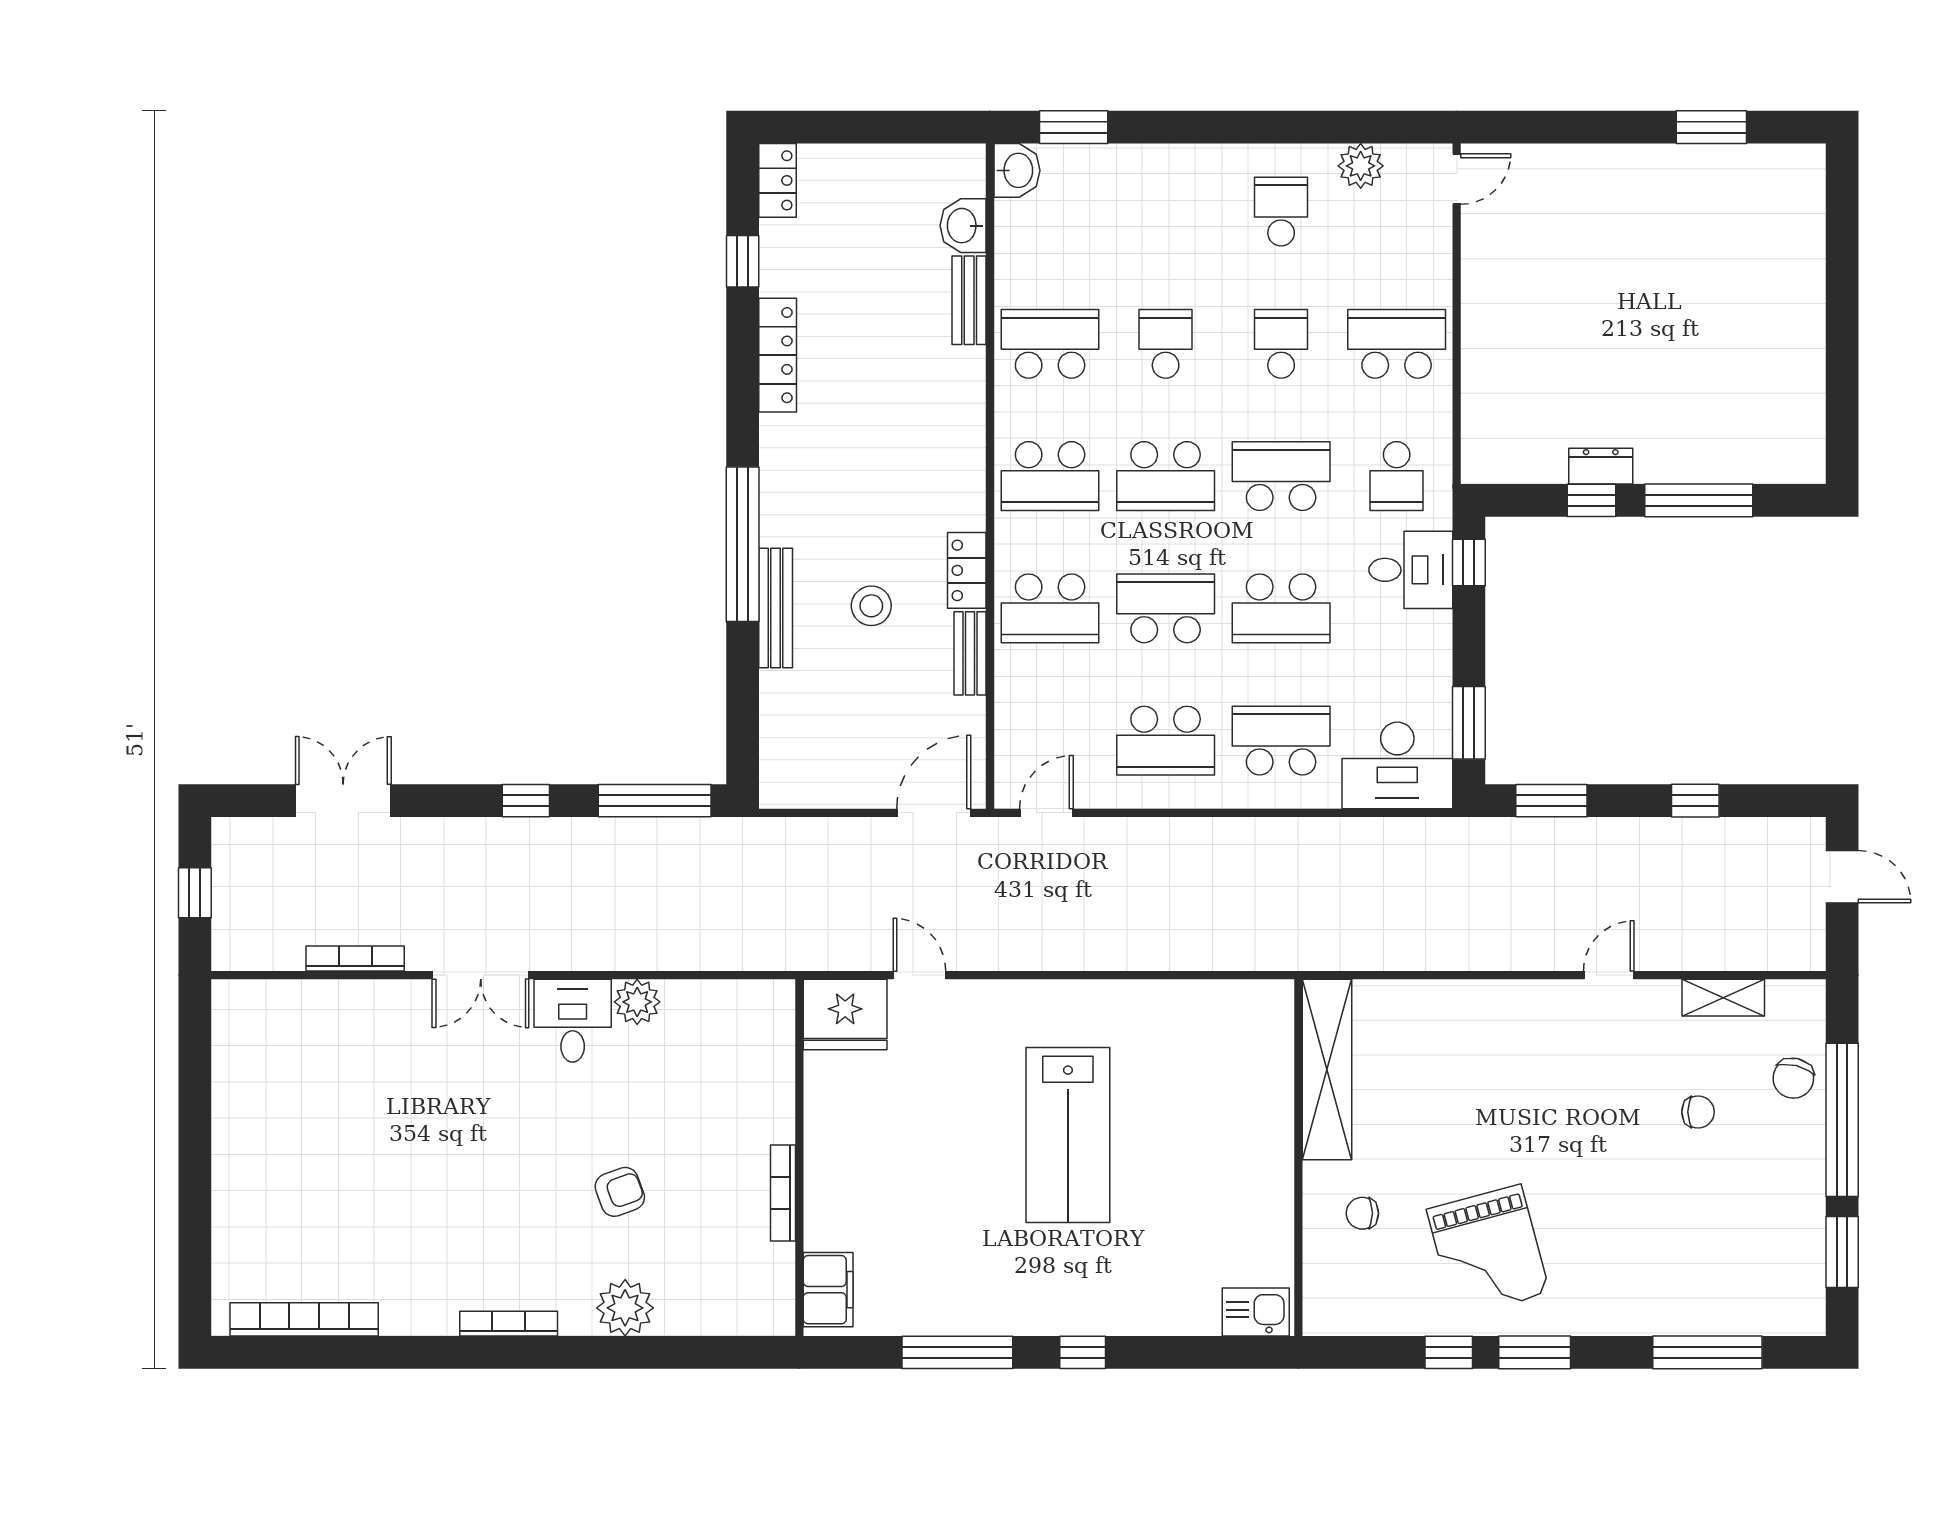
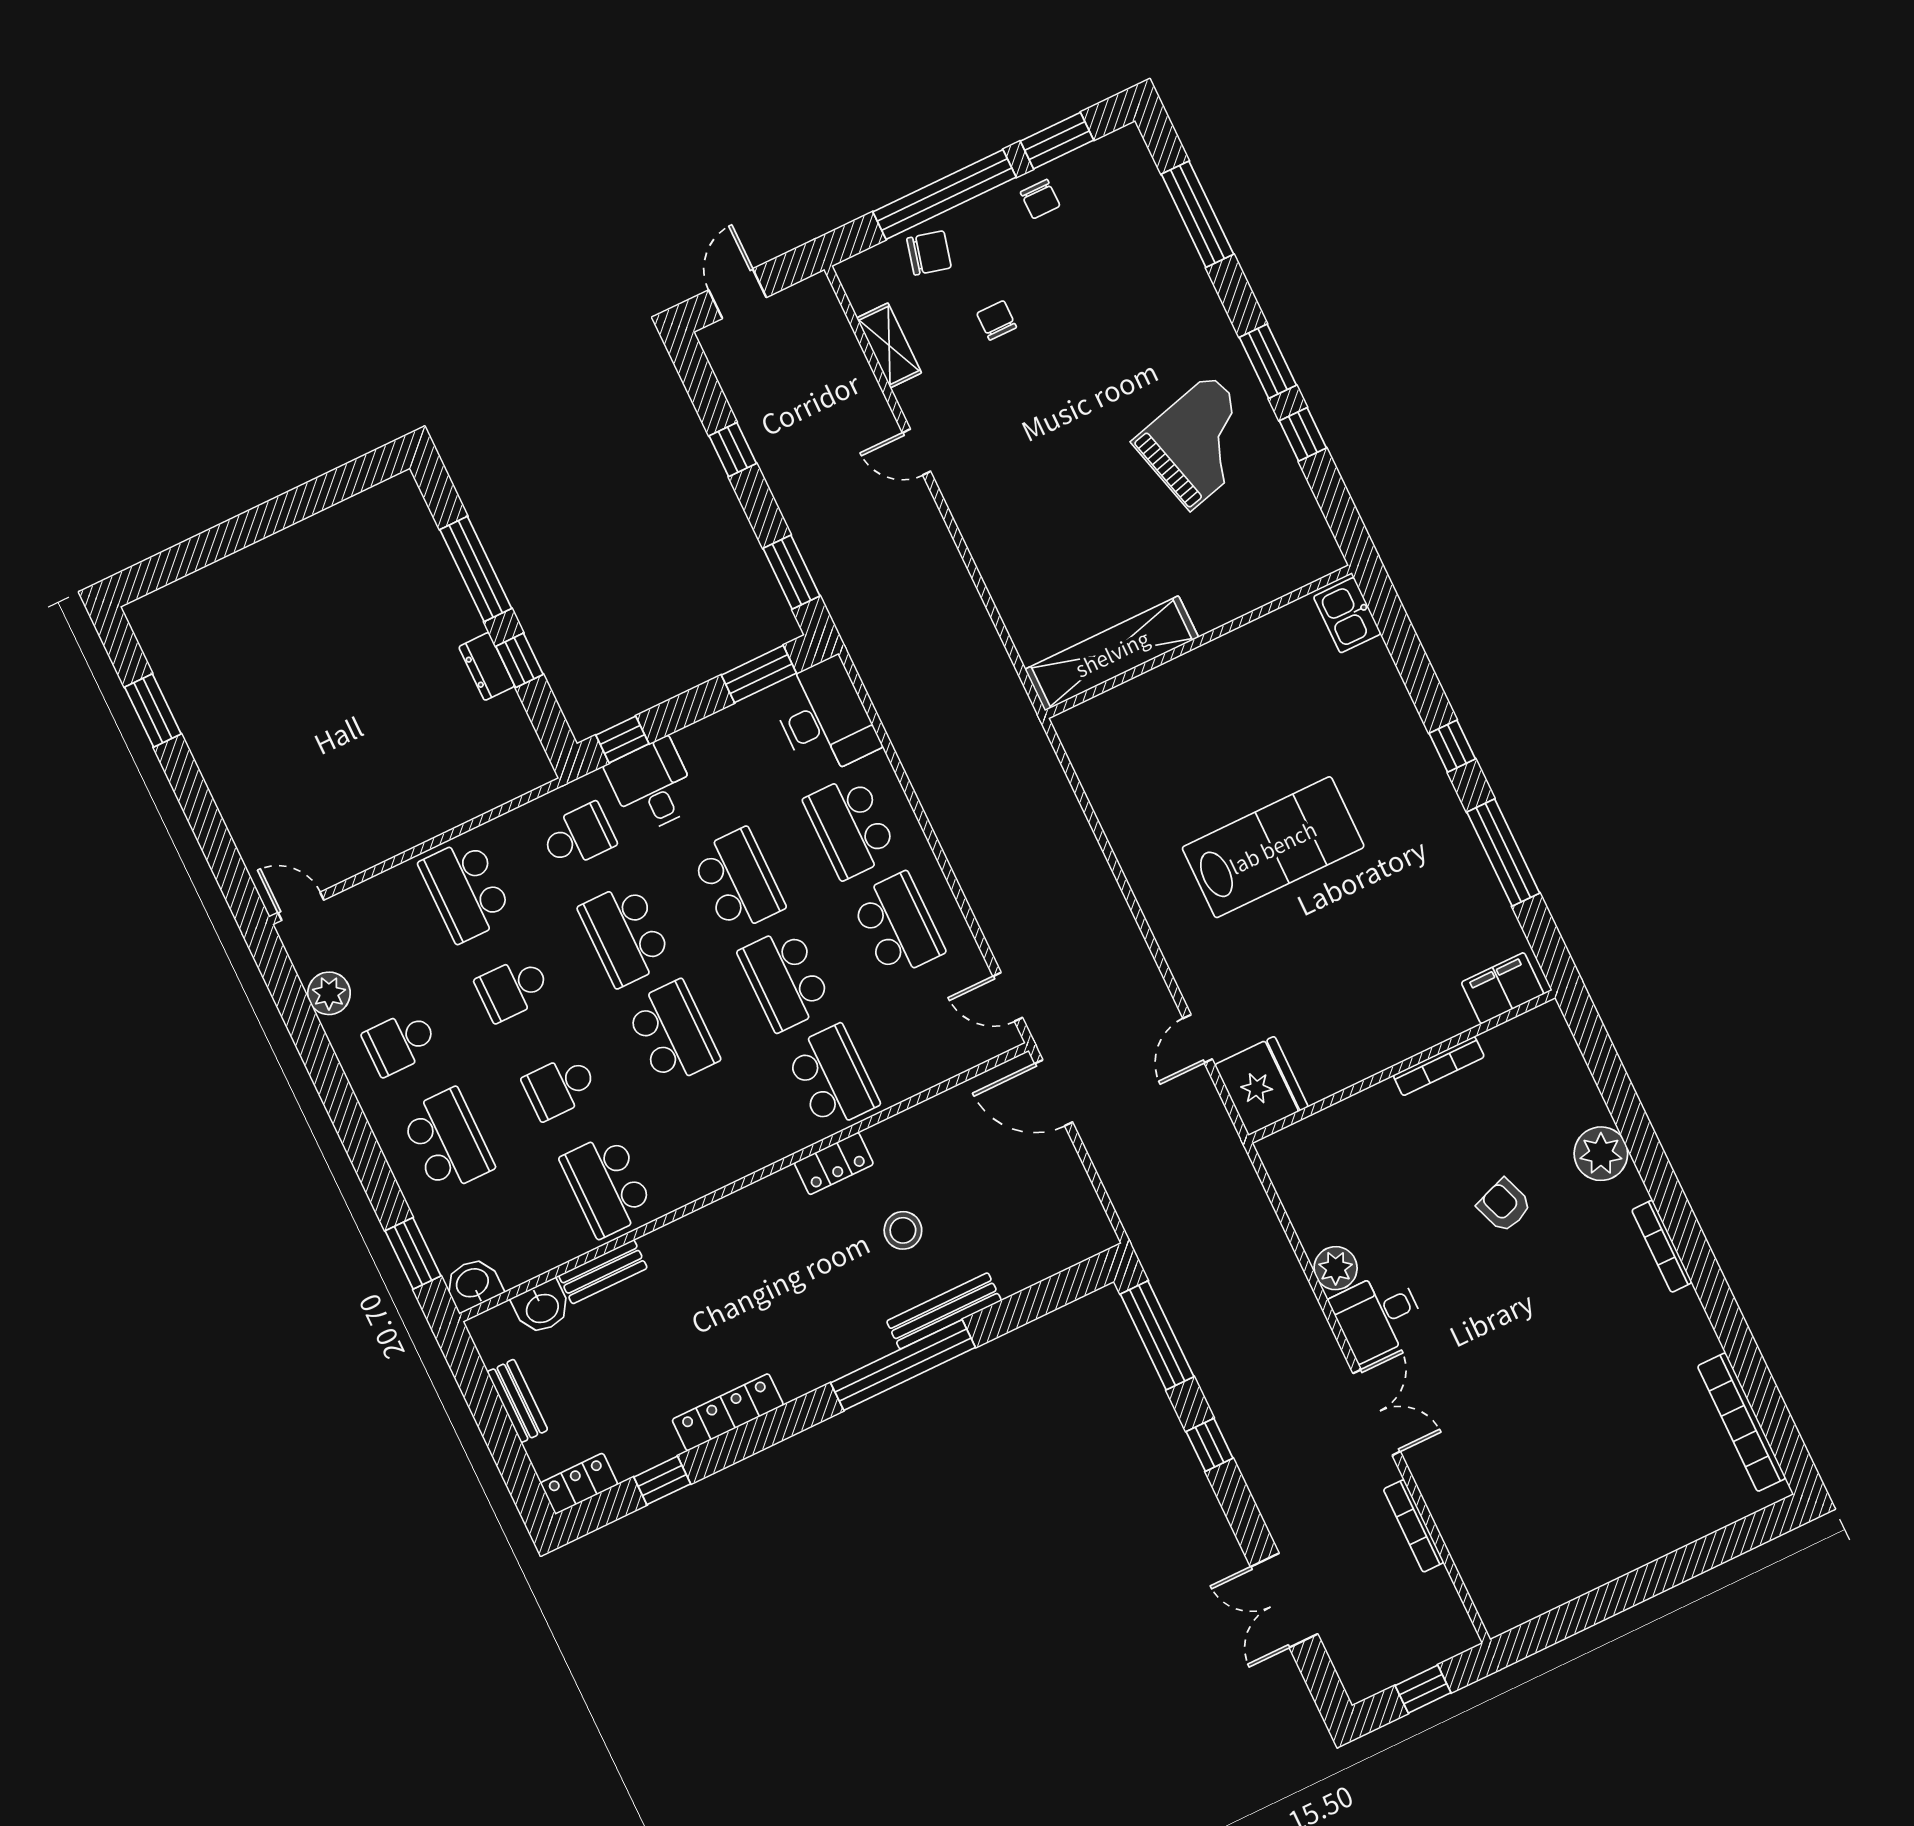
school desk: (1050, 476) -> (447, 1141), moved
bench: (970, 653) -> (517, 1401), moved, turned 90
chair: (1362, 1213) -> (1040, 199), moved

